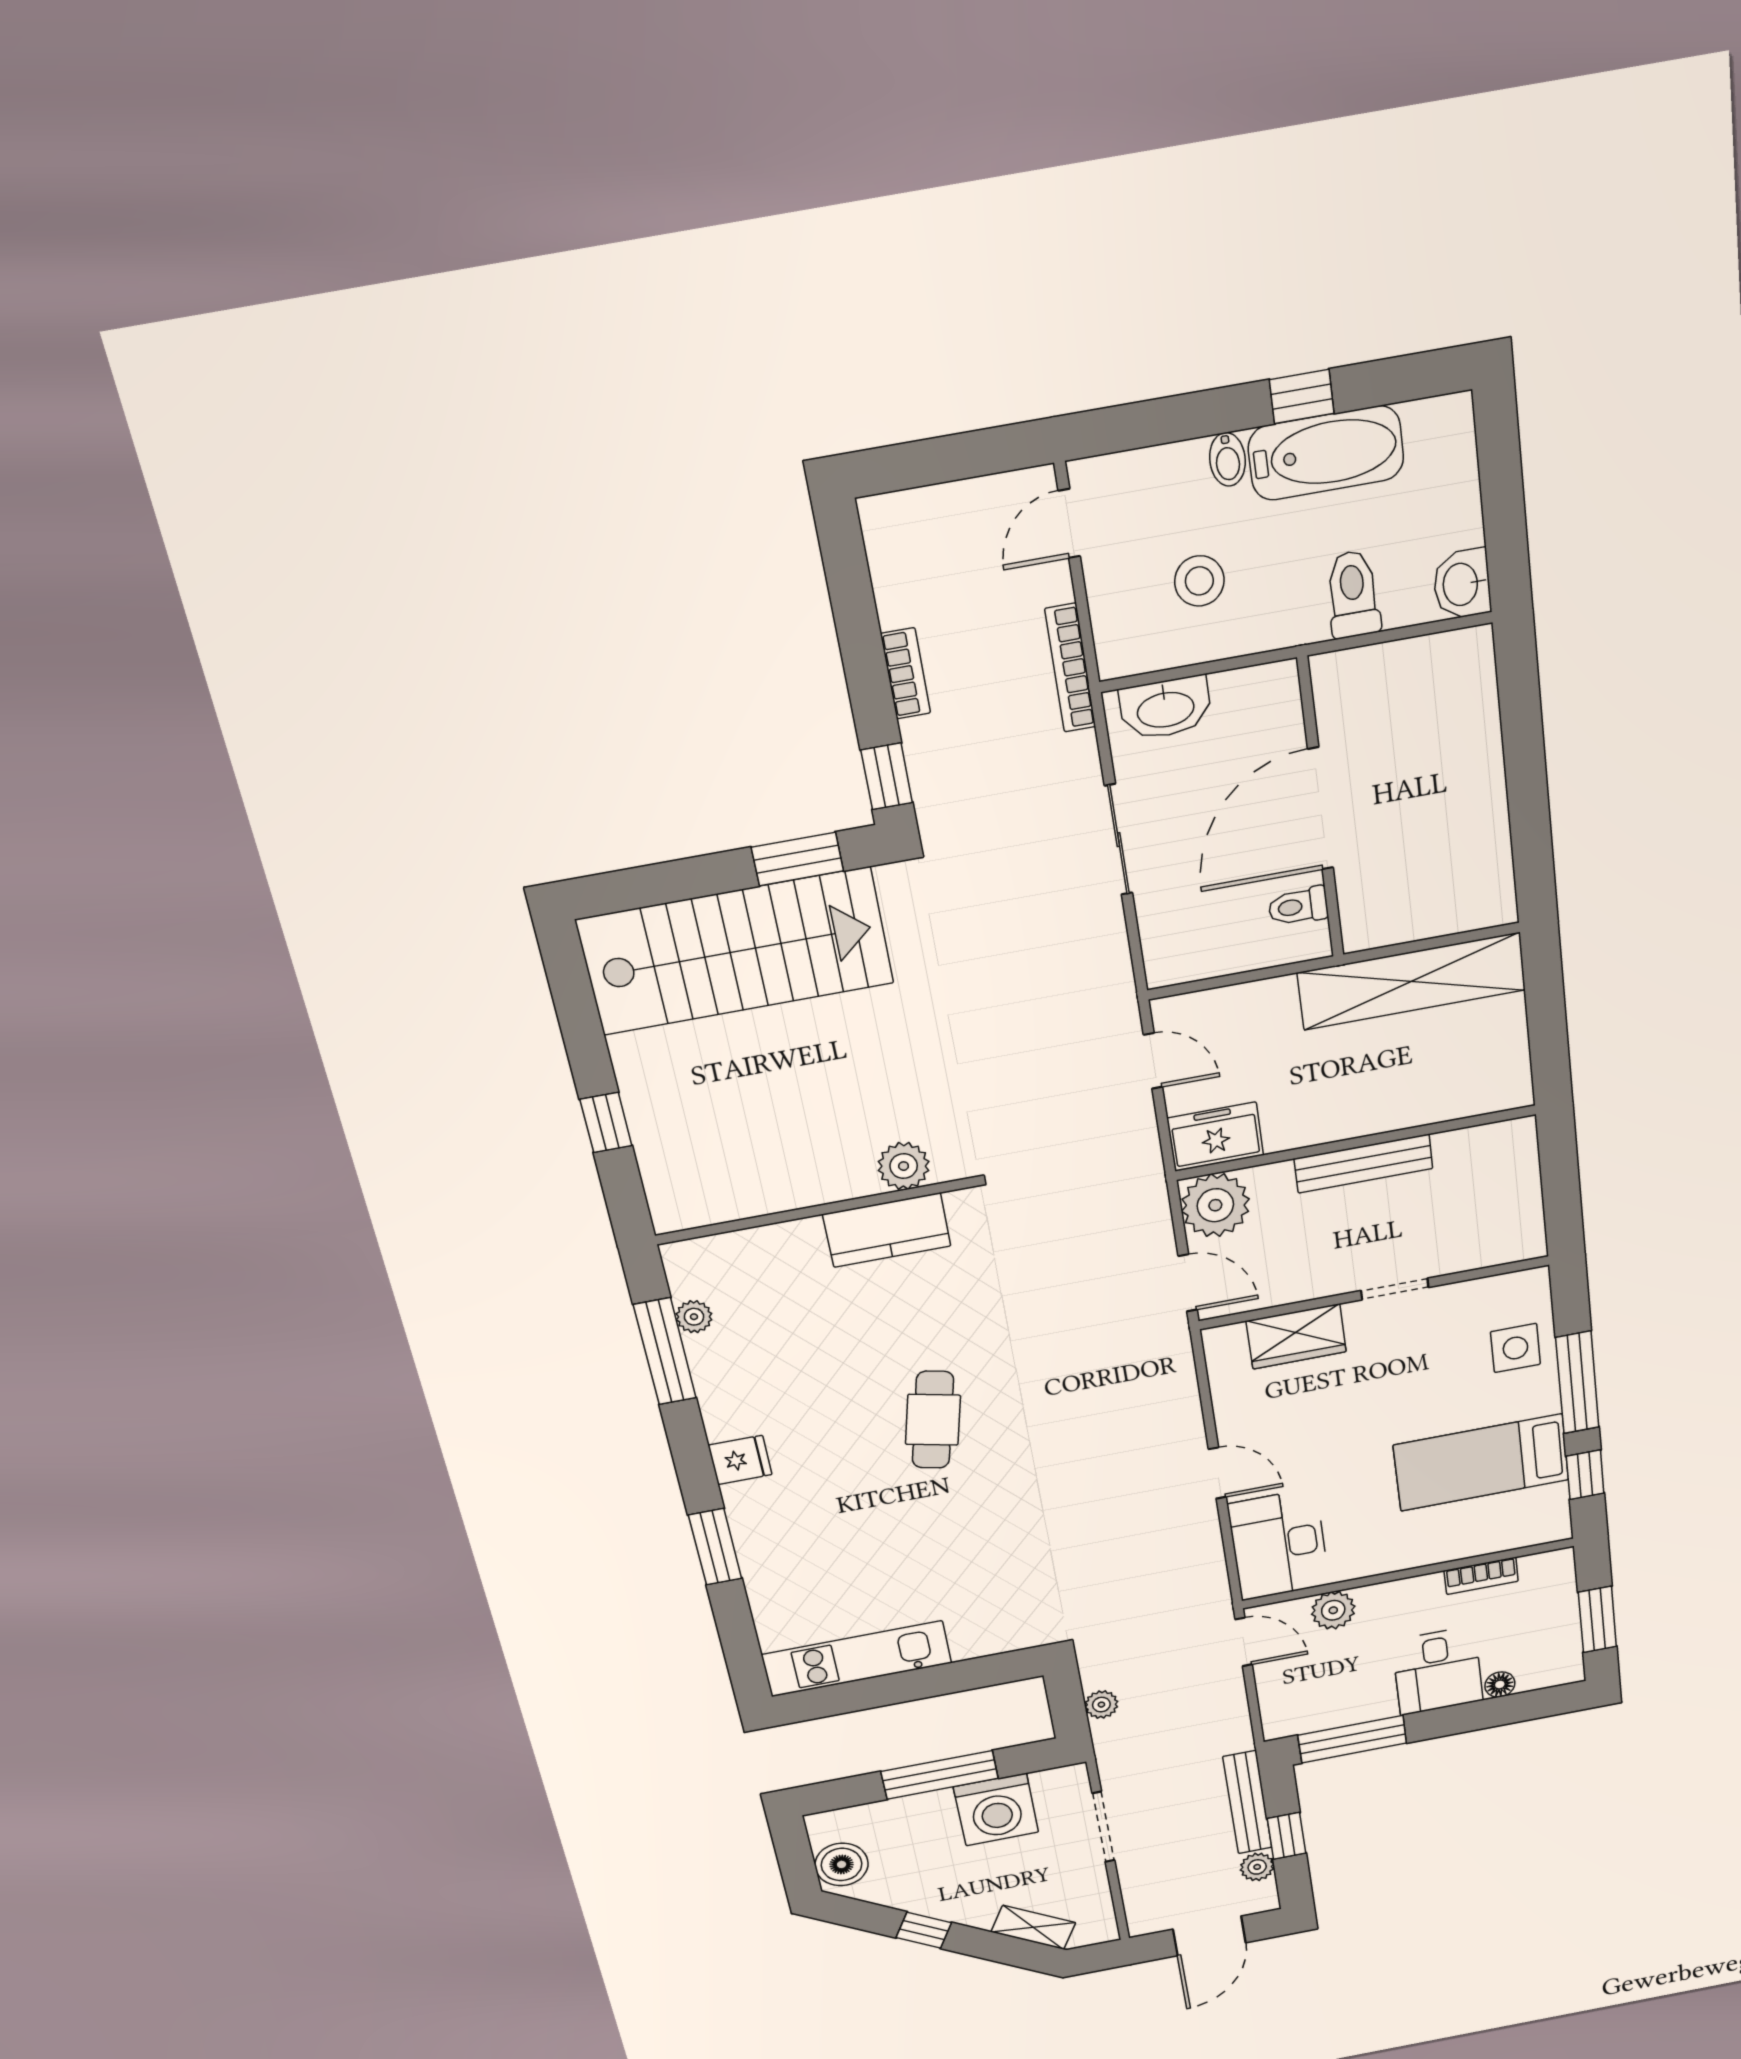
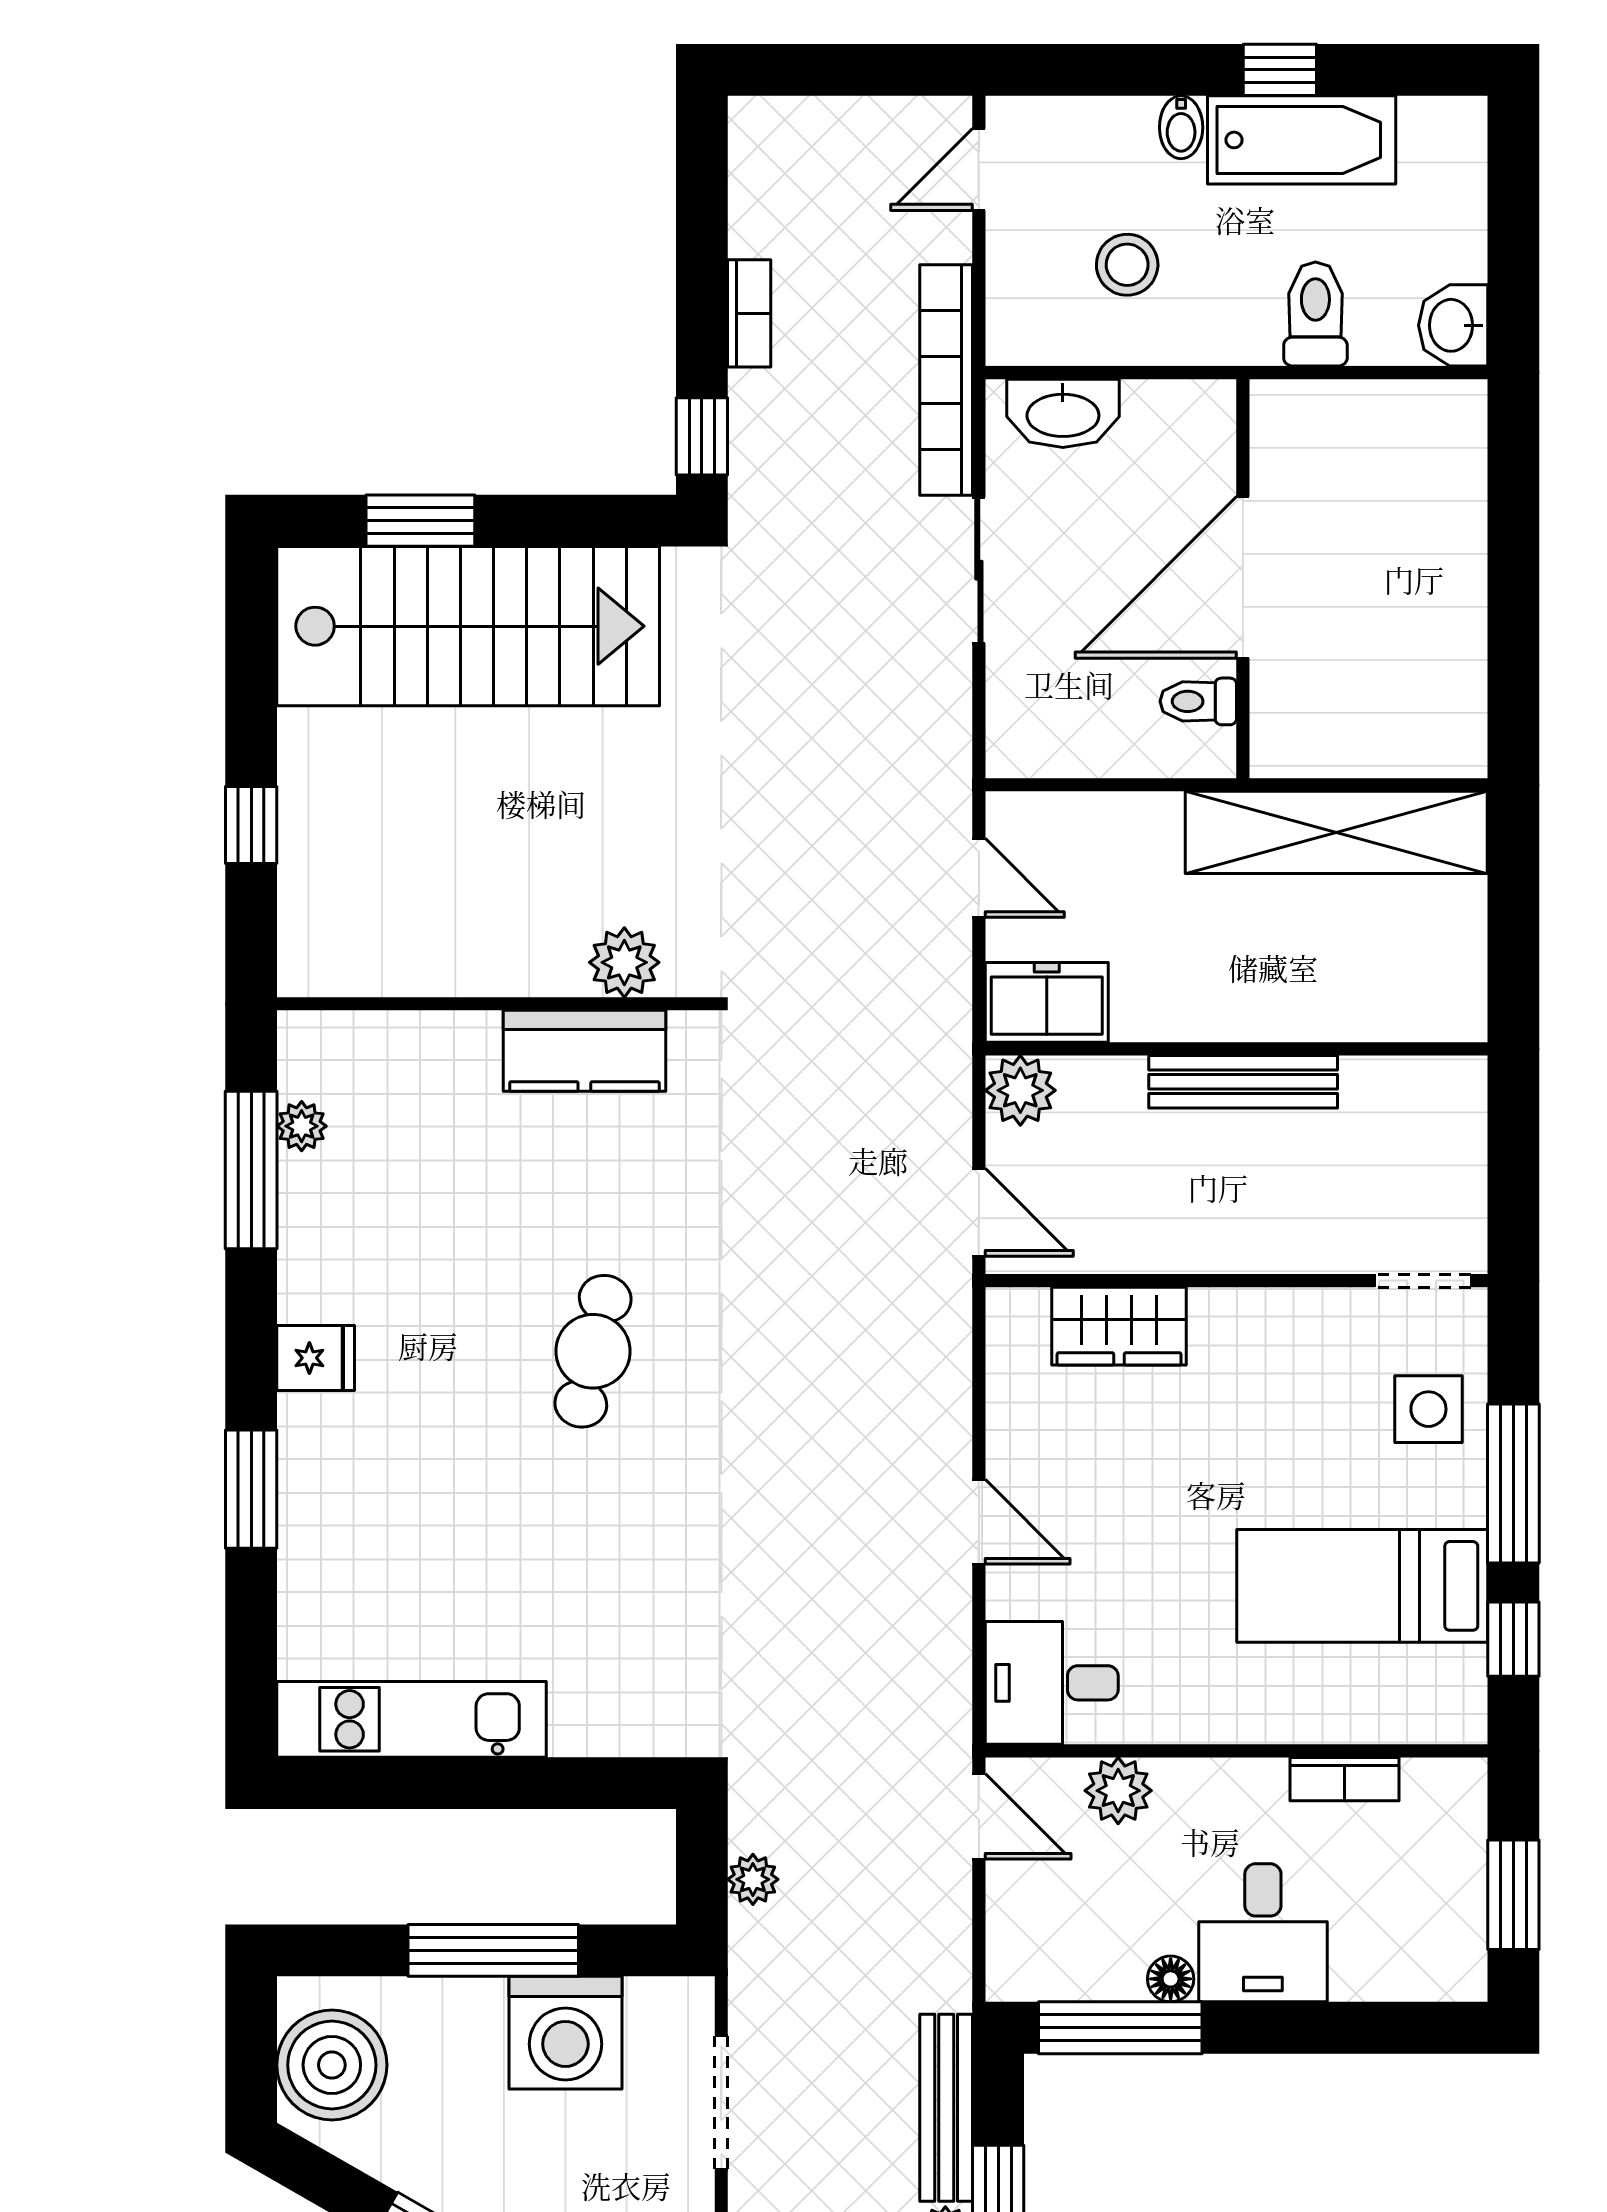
bookcase: (1070, 668) -> (946, 380), width x1.48, depth x1.31
window: (797, 859) -> (420, 521), moved
plant: (1215, 1205) -> (1020, 1090), width x0.73, depth x0.73
doorway: (1395, 1289) -> (1423, 1281), moved
desk: (1279, 1545) -> (1052, 1683), width x0.73
floor lamp: (1500, 1685) -> (1171, 1979), moved
boiler: (842, 1864) -> (332, 2065), width x1.37, depth x1.37

